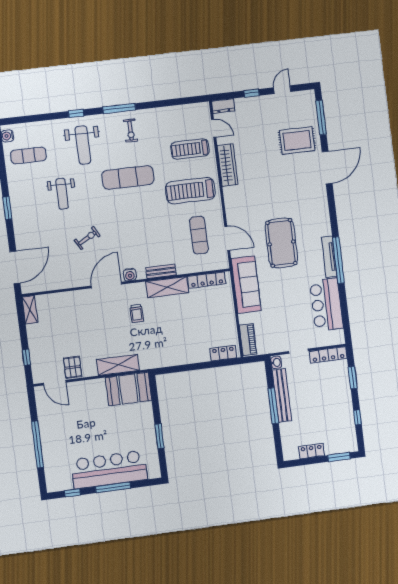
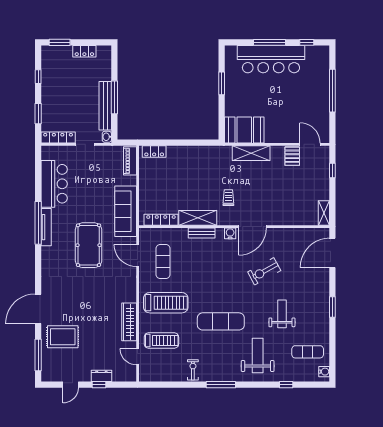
dresser: (223, 106) -> (101, 376), moved
window: (76, 113) -> (286, 385), moved
exercise bike: (131, 131) -> (193, 370), moved
exercise bike: (87, 238) -> (264, 271), width x1.38, depth x1.39

